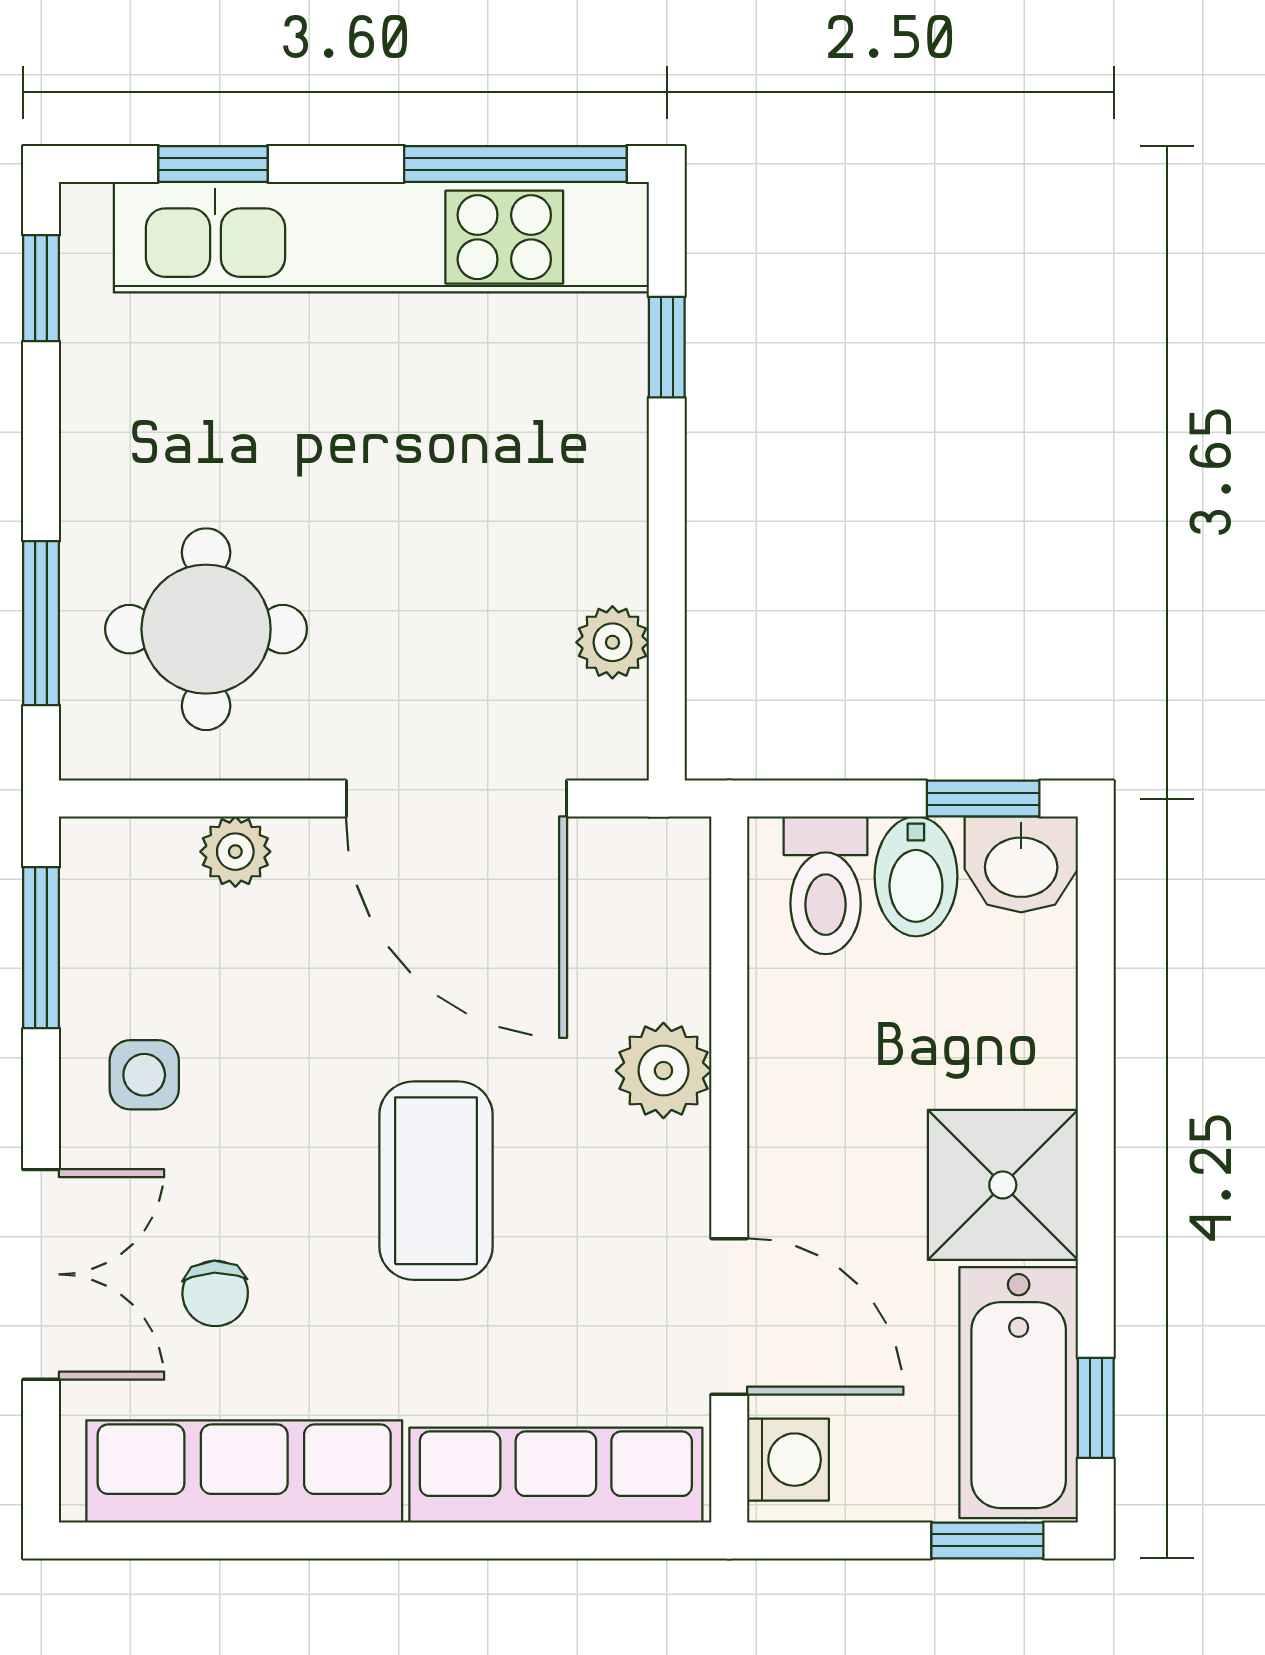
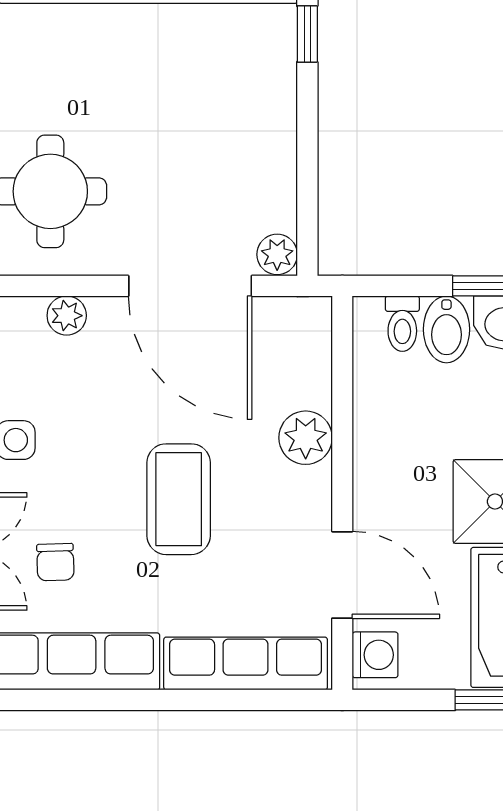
plant: (612, 642) -> (277, 254), moved
toilet: (826, 885) -> (402, 324), width x0.73, depth x0.72

